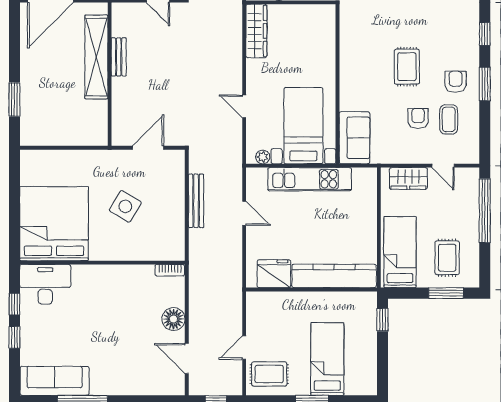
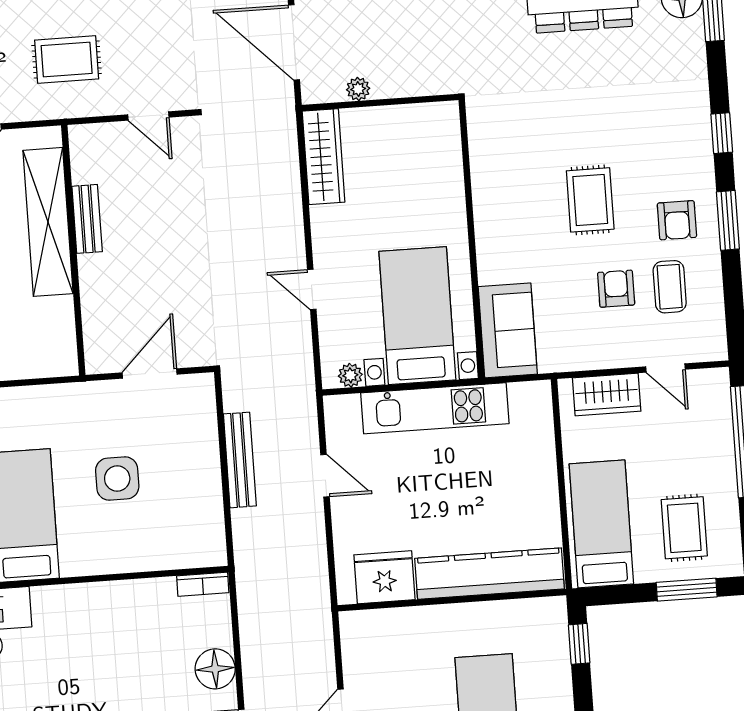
armchair: (456, 82) -> (677, 220), turned 180
side table: (125, 206) -> (117, 479), turned -31

